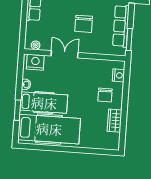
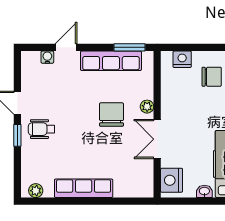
chair: (84, 24) -> (112, 115), turned -90
plant: (36, 45) -> (147, 107), moved

